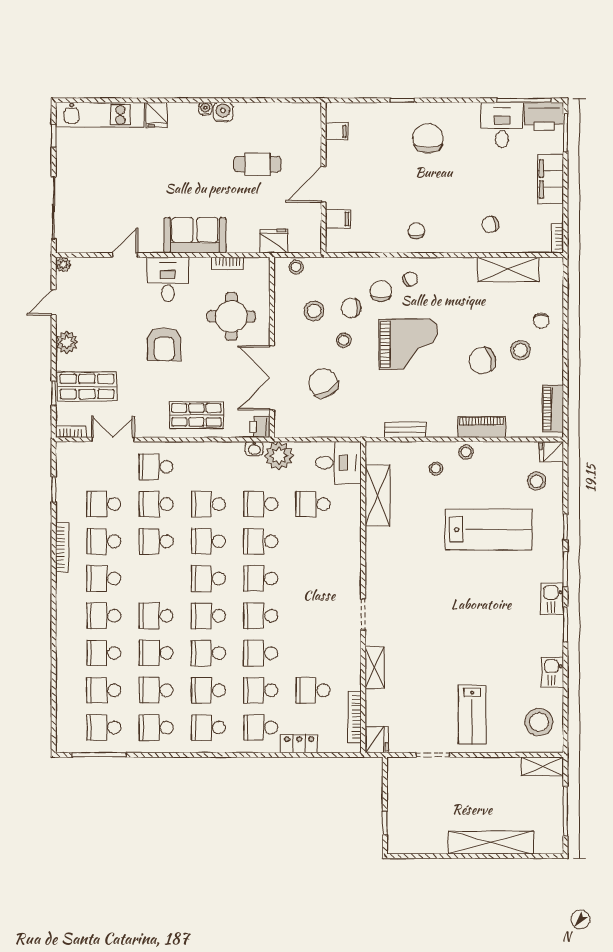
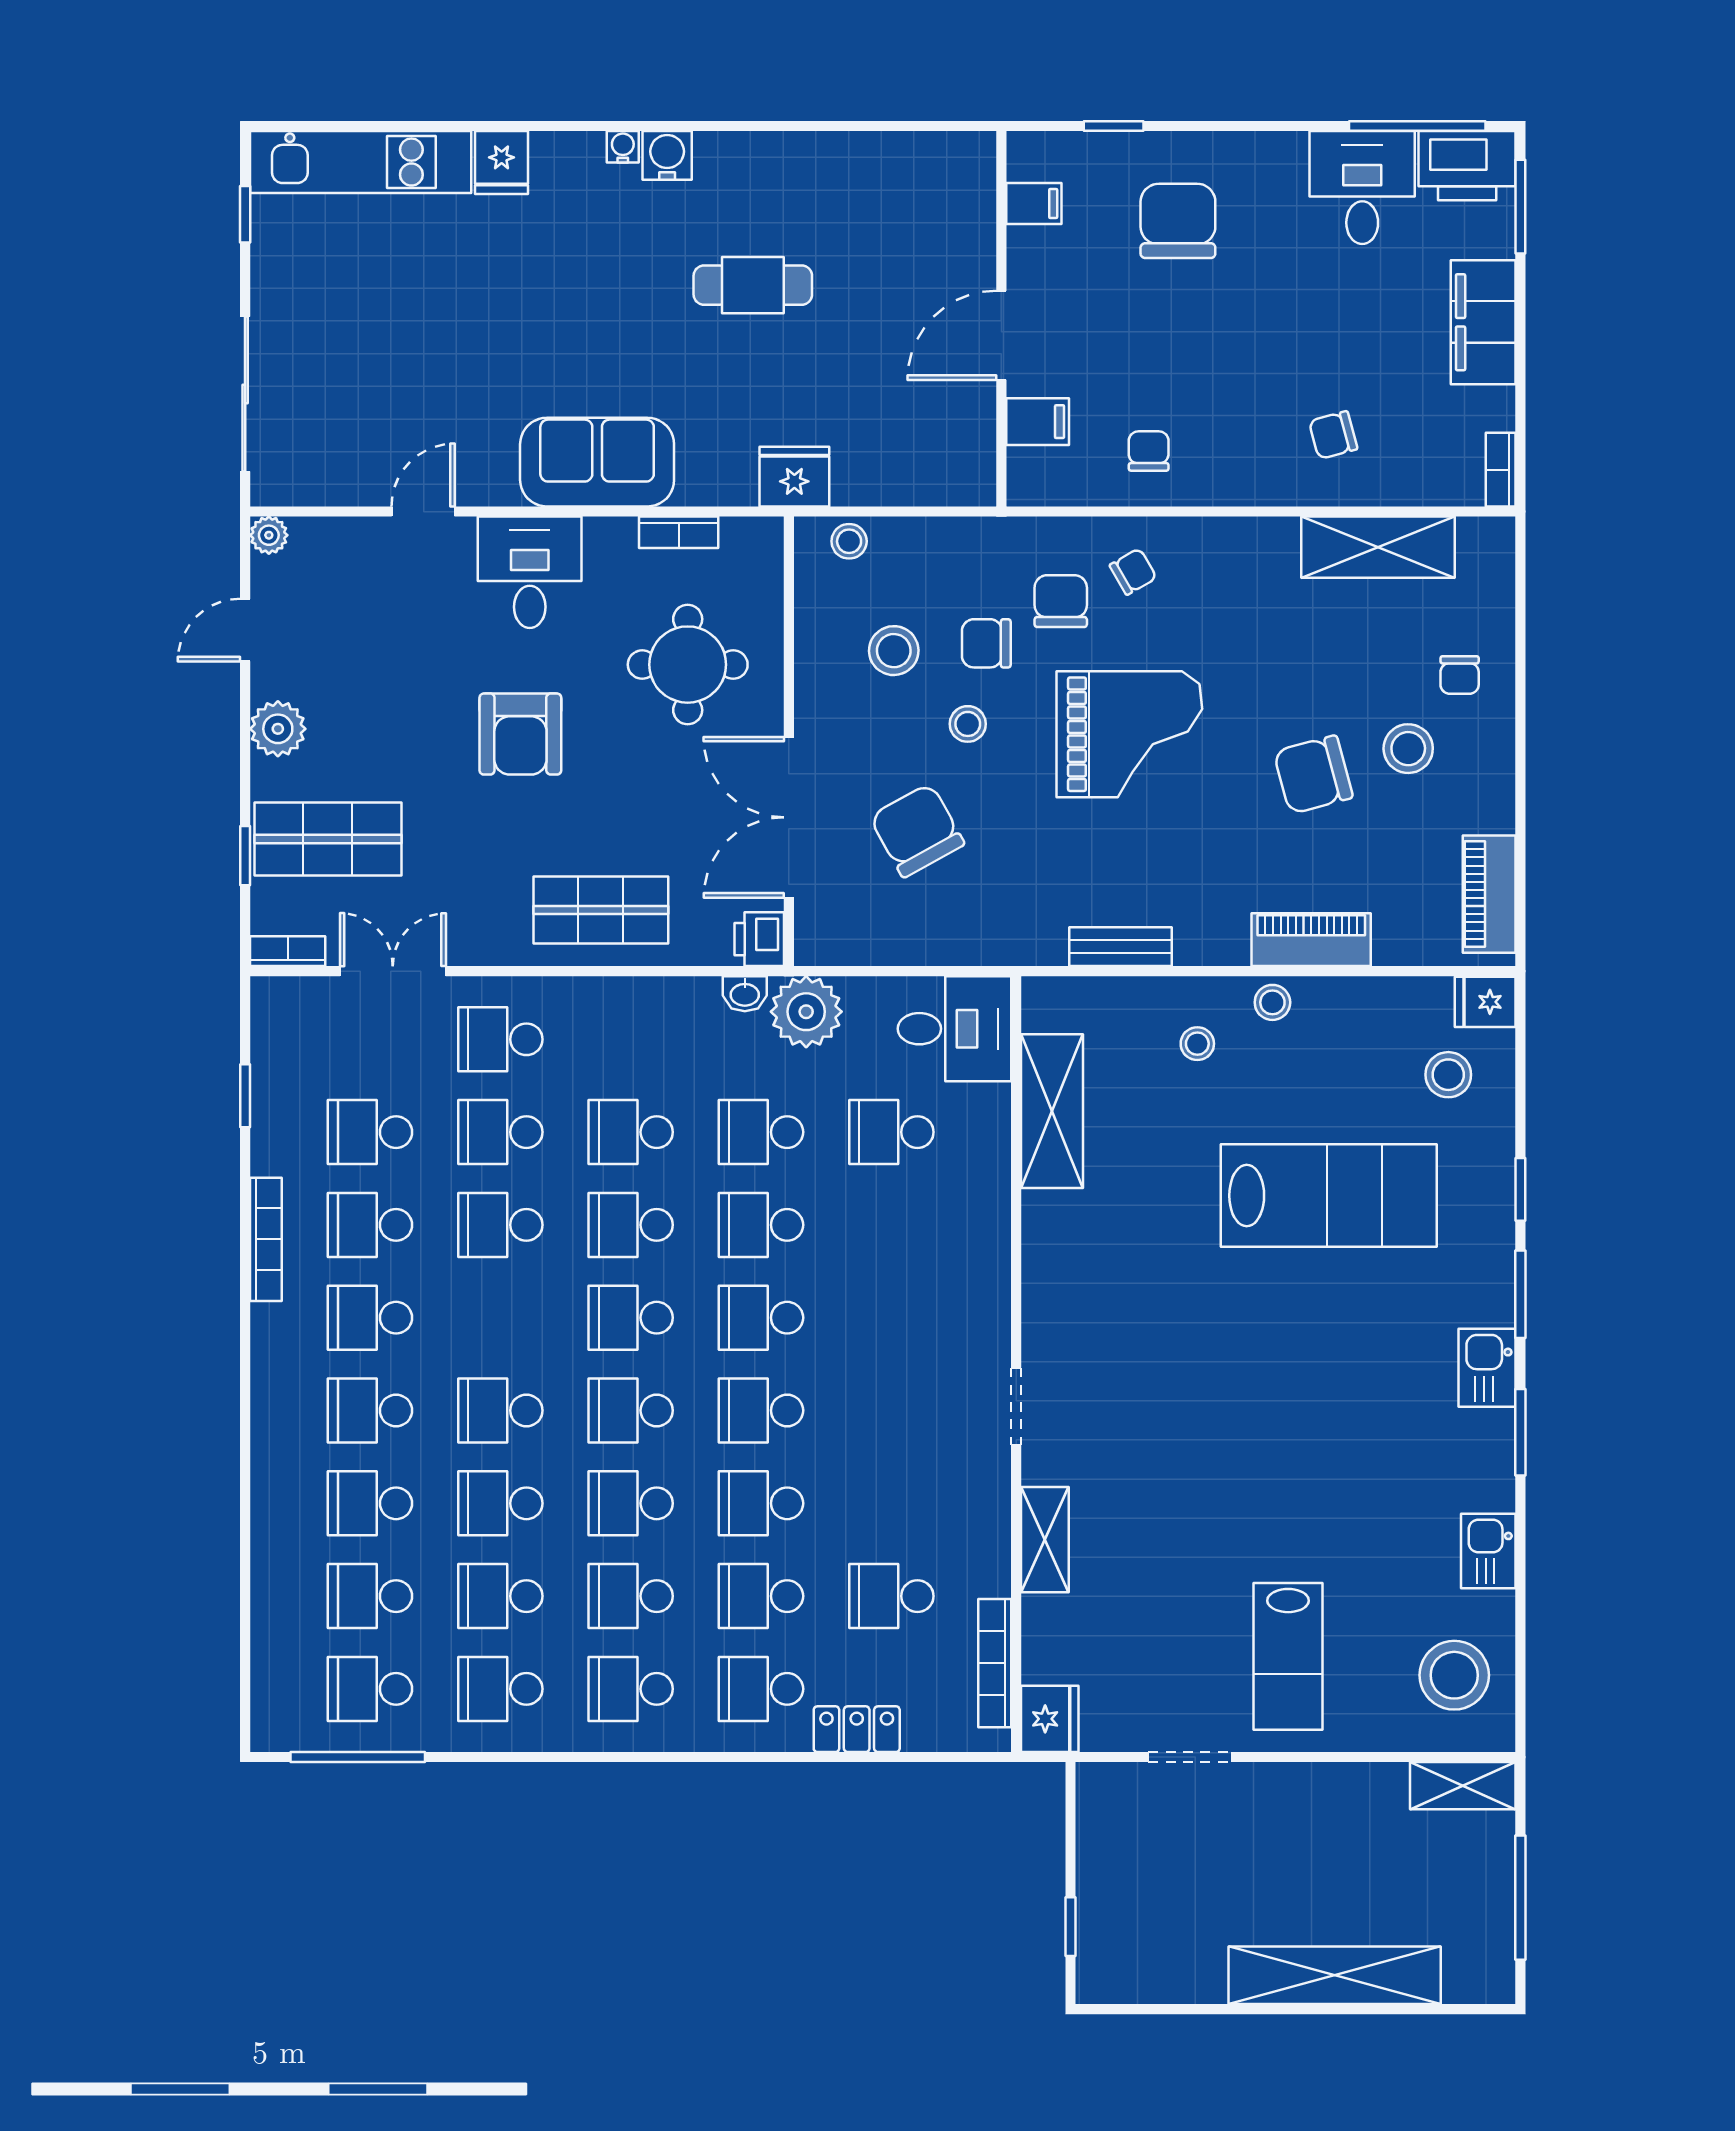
filing cabinet: (337, 131) -> (1034, 204), moved
wall: (323, 178) -> (1001, 319), moved
door: (323, 184) -> (1001, 335), moved
filing cabinet: (338, 219) -> (1038, 422), moved

